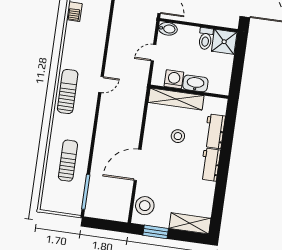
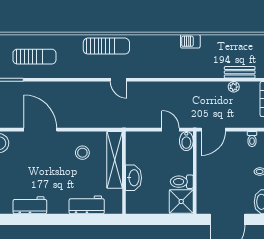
door: (153, 53) -> (170, 130), moved
washing machine: (174, 79) -> (135, 155), removed
stool: (178, 136) -> (82, 153), moved
workbench: (210, 165) -> (30, 205), moved

